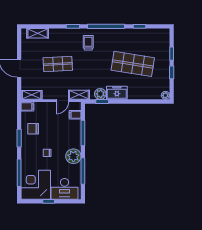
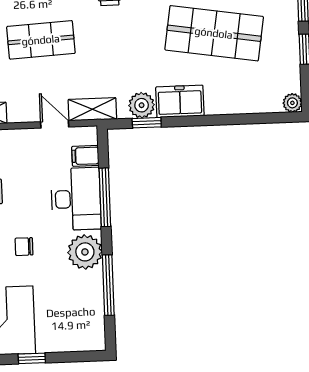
door: (62, 101) -> (55, 124), swing flipped
desk: (65, 189) -> (76, 199), moved, turned -90

